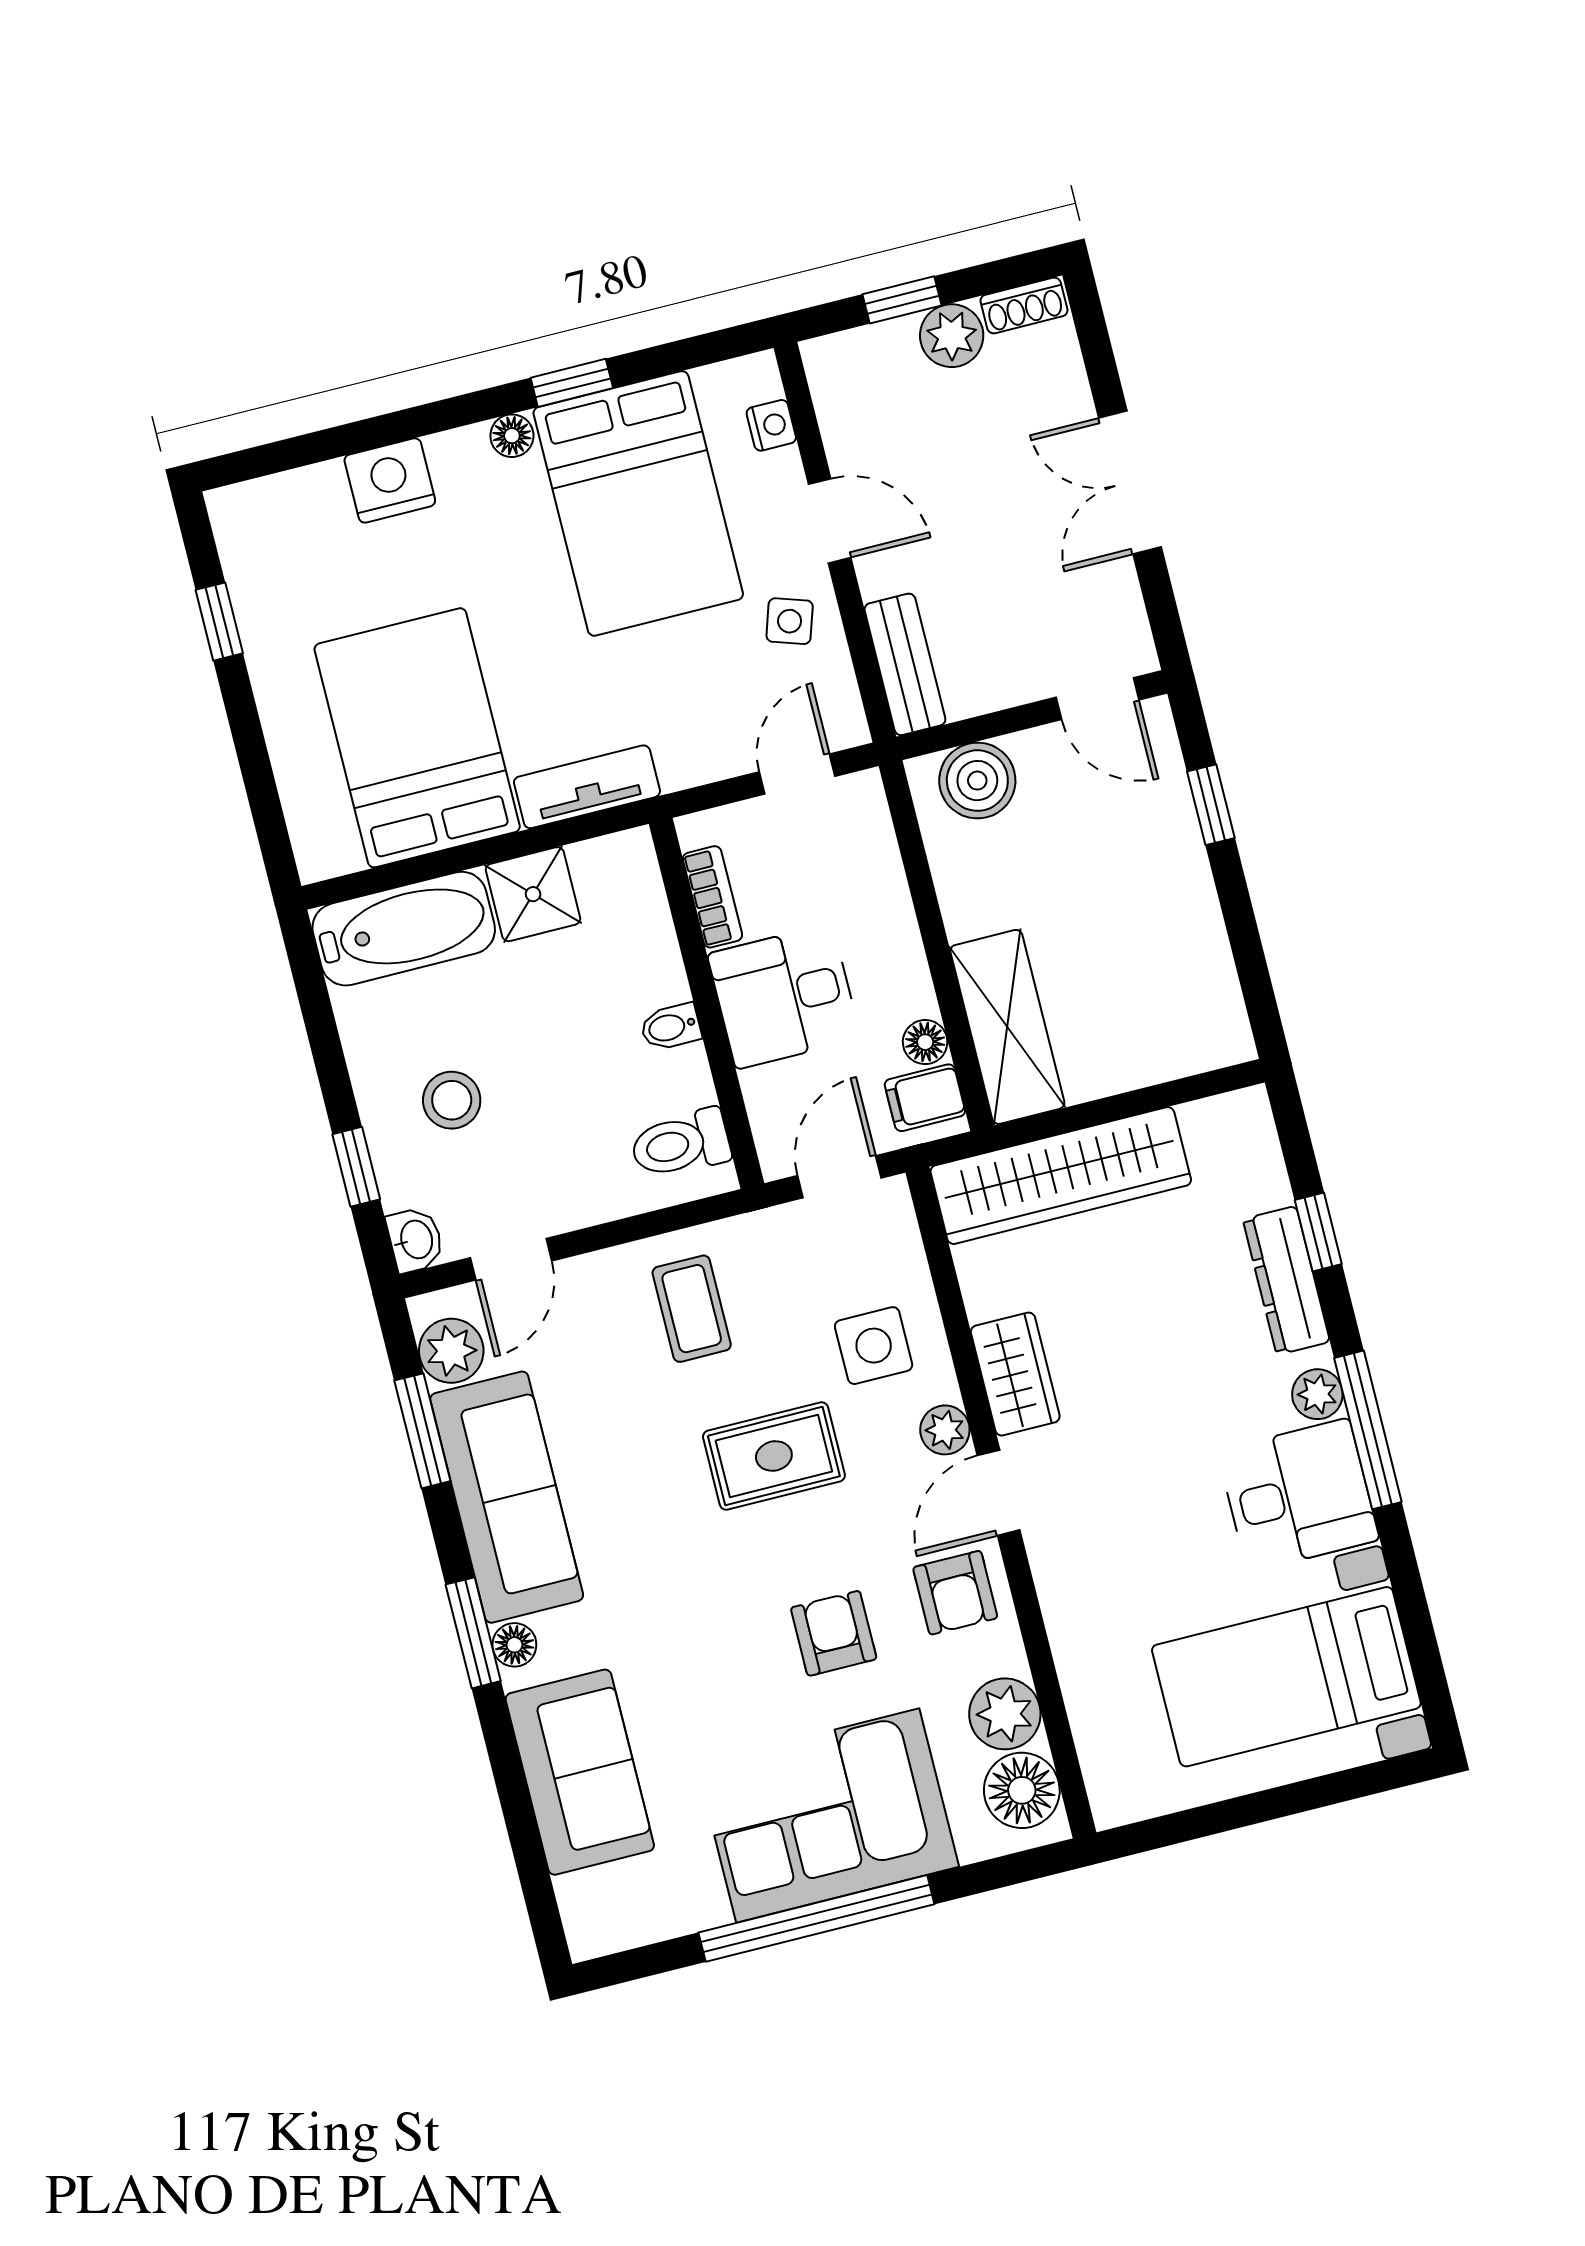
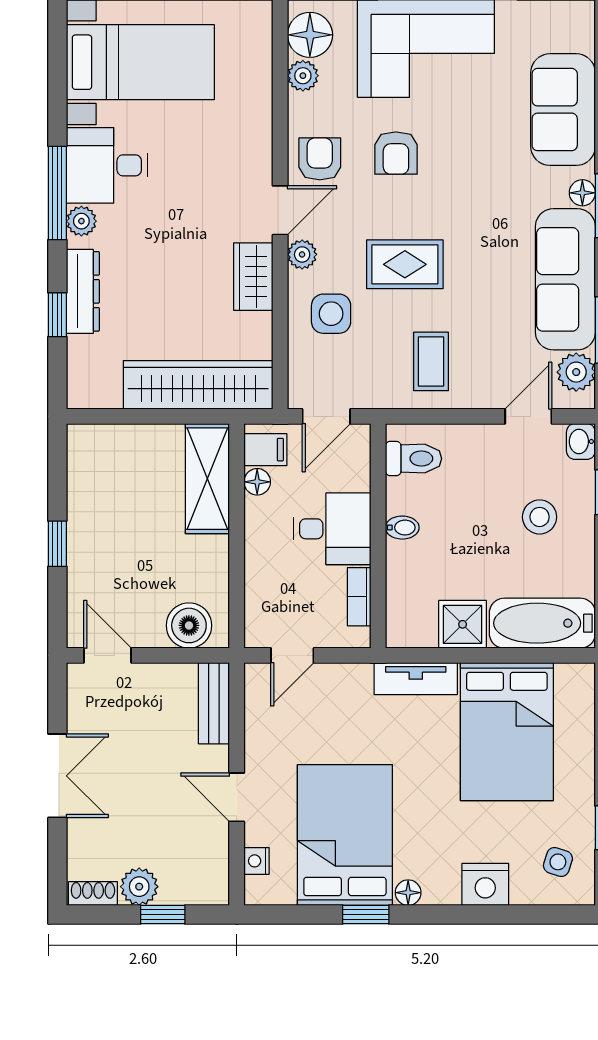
side table: (790, 621) -> (558, 862), moved
window: (1211, 805) -> (57, 544), moved
plant: (1005, 1714) -> (303, 76), width x0.73, depth x0.73

